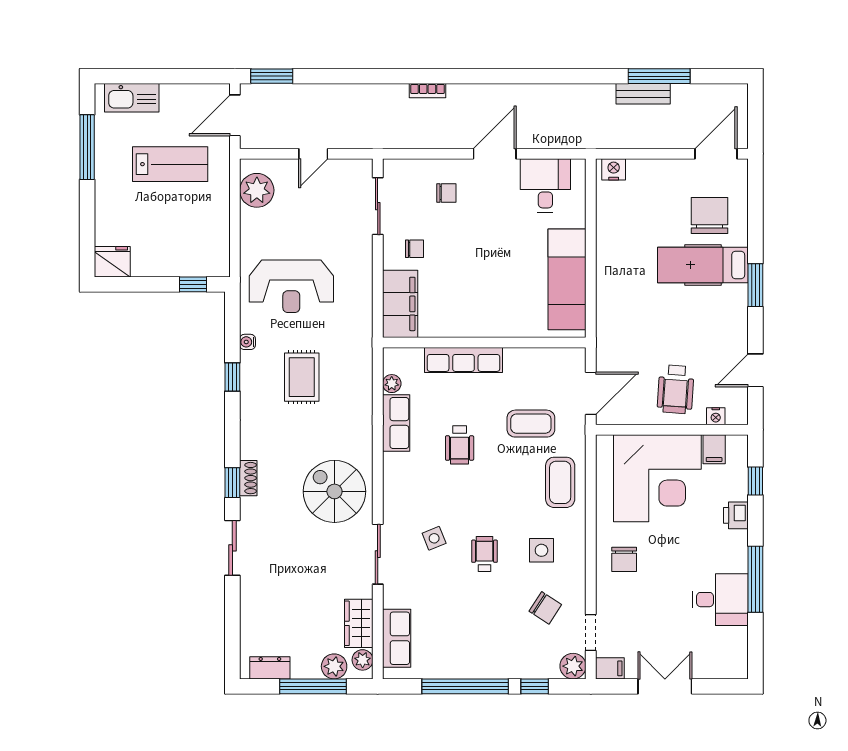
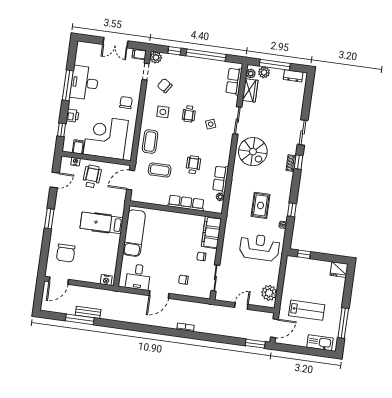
lab bench: (170, 164) -> (307, 310), turned 180
hospital bed: (703, 265) -> (102, 223), moved, turned 180
desk: (720, 600) -> (84, 83), width x1.37

